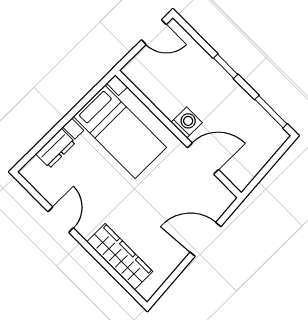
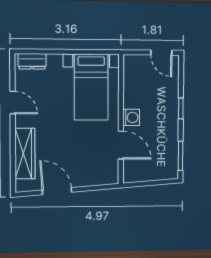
dresser: (55, 148) -> (32, 61), moved
door: (61, 220) -> (13, 103), hinge flipped
door: (206, 239) -> (57, 191), moved

